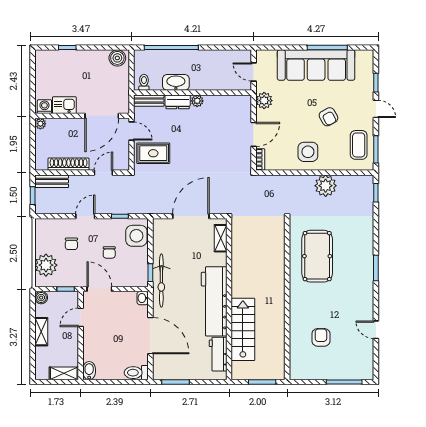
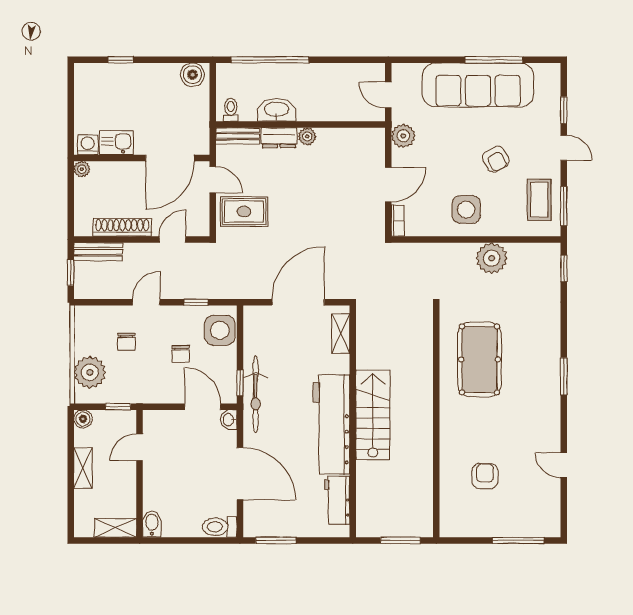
door: (99, 289) -> (203, 407), moved
stairs: (243, 329) -> (373, 415), moved

